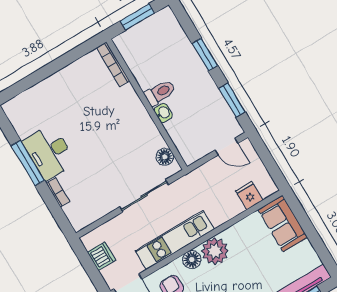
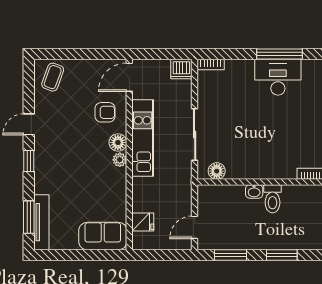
bookcase: (58, 192) -> (211, 65), moved
plant: (215, 251) -> (120, 160), width x0.53, depth x0.53
dishwasher: (101, 256) -> (181, 69), moved

